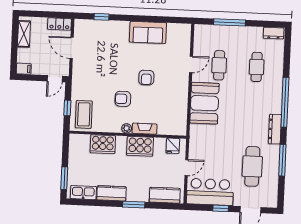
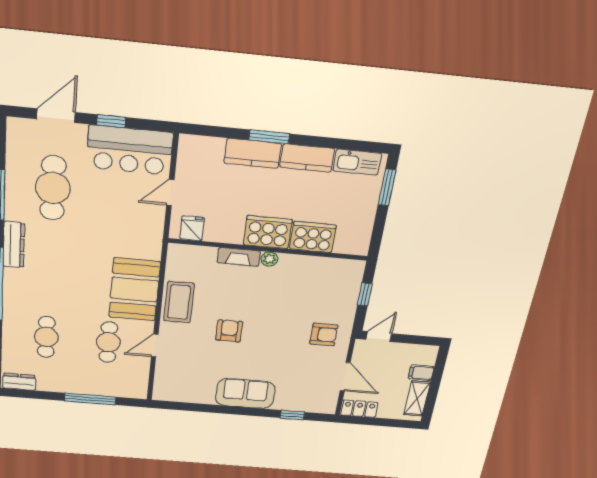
sofa: (148, 32) -> (245, 394), moved
filing cabinet: (24, 69) -> (421, 373), moved
armchair: (123, 99) -> (324, 334), moved
coffee table: (84, 114) -> (179, 302), moved
cooker: (140, 146) -> (268, 232), moved
kitchen counter: (165, 195) -> (253, 153), moved

